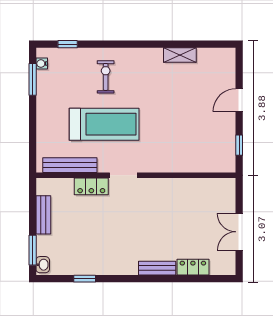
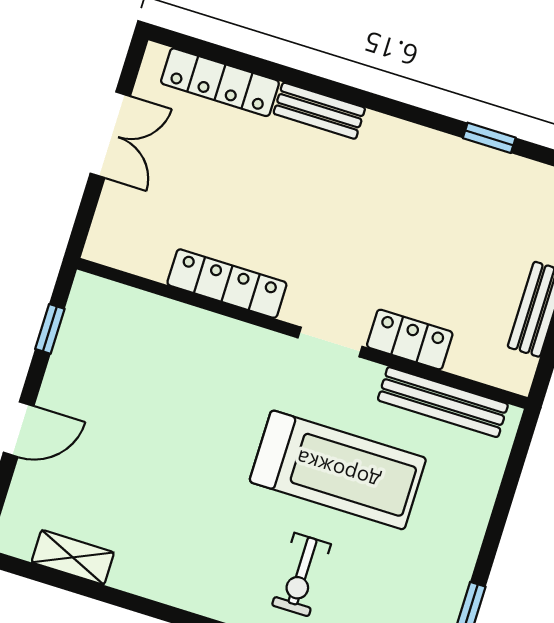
shelving: (180, 55) -> (73, 557), moved
treadmill: (104, 124) -> (338, 470), turned 180
locker: (173, 186) -> (227, 284), added
locker: (193, 267) -> (220, 82), width x1.53

